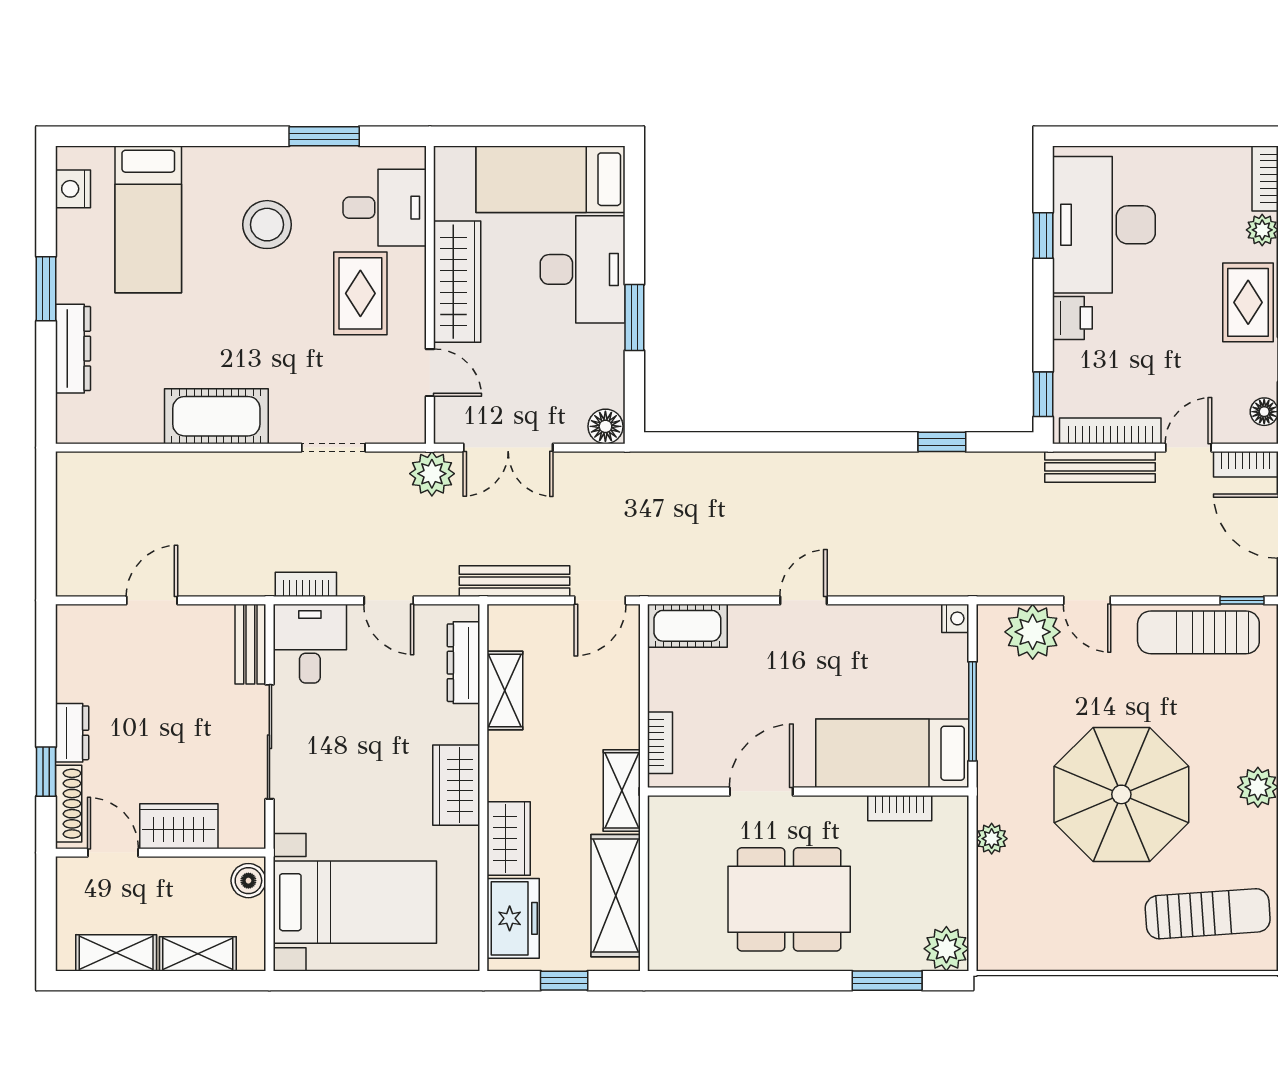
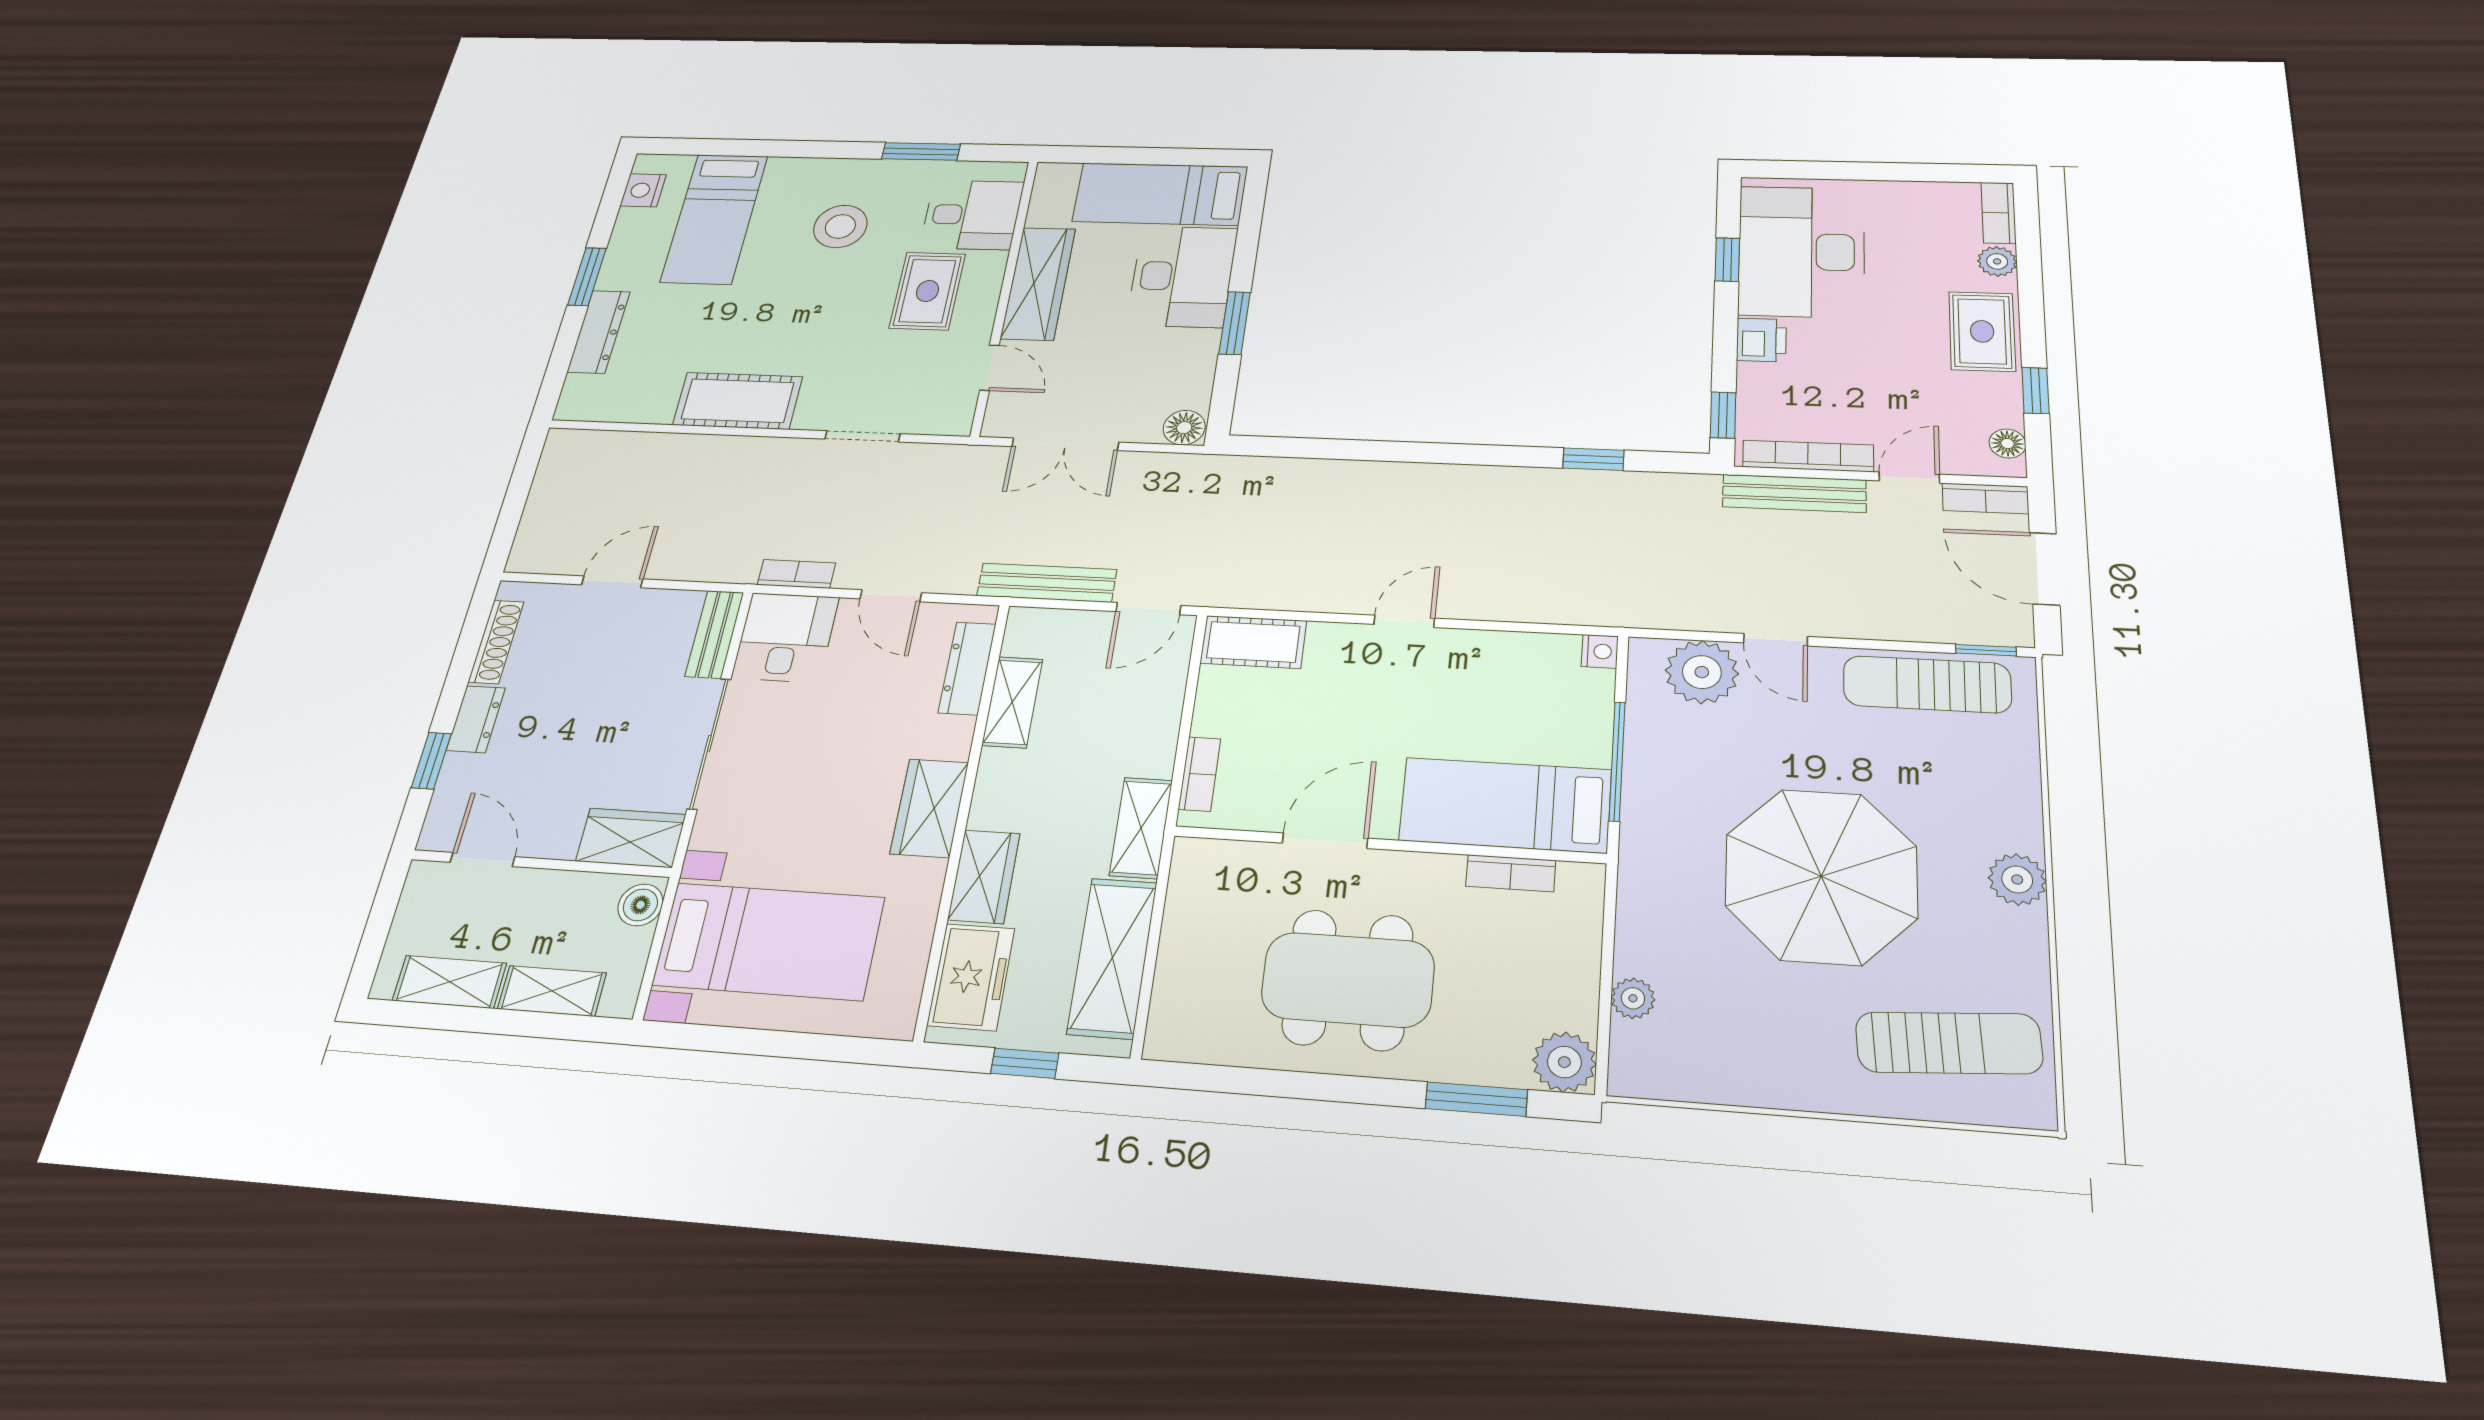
plant: (432, 474) -> (971, 467), removed
shoe rack: (69, 804) -> (496, 642), moved
wardrobe: (179, 826) -> (631, 838), moved
plant: (992, 839) -> (1633, 998), moved

